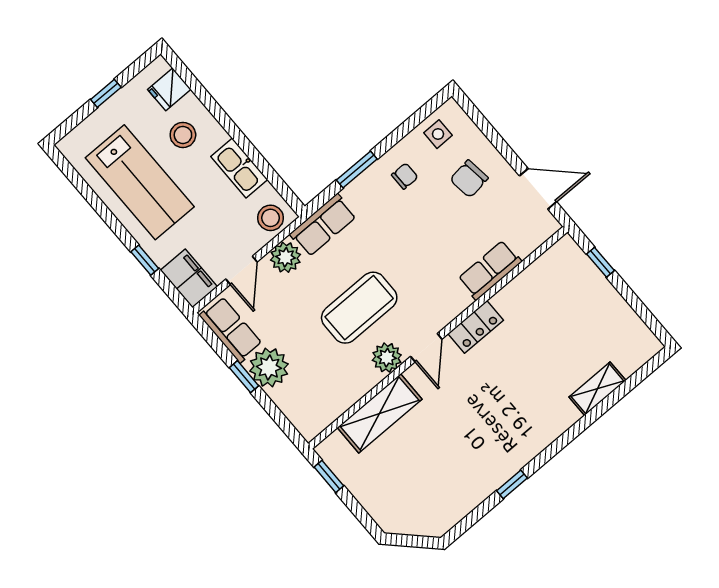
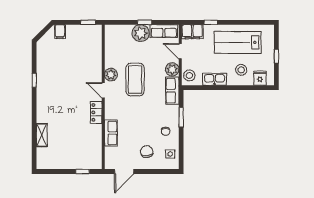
shelving: (380, 413) -> (95, 57), removed
filing cabinet: (388, 512) -> (60, 32), added

